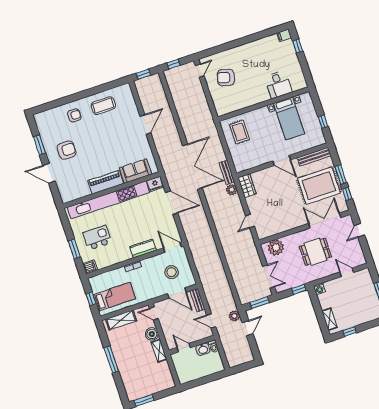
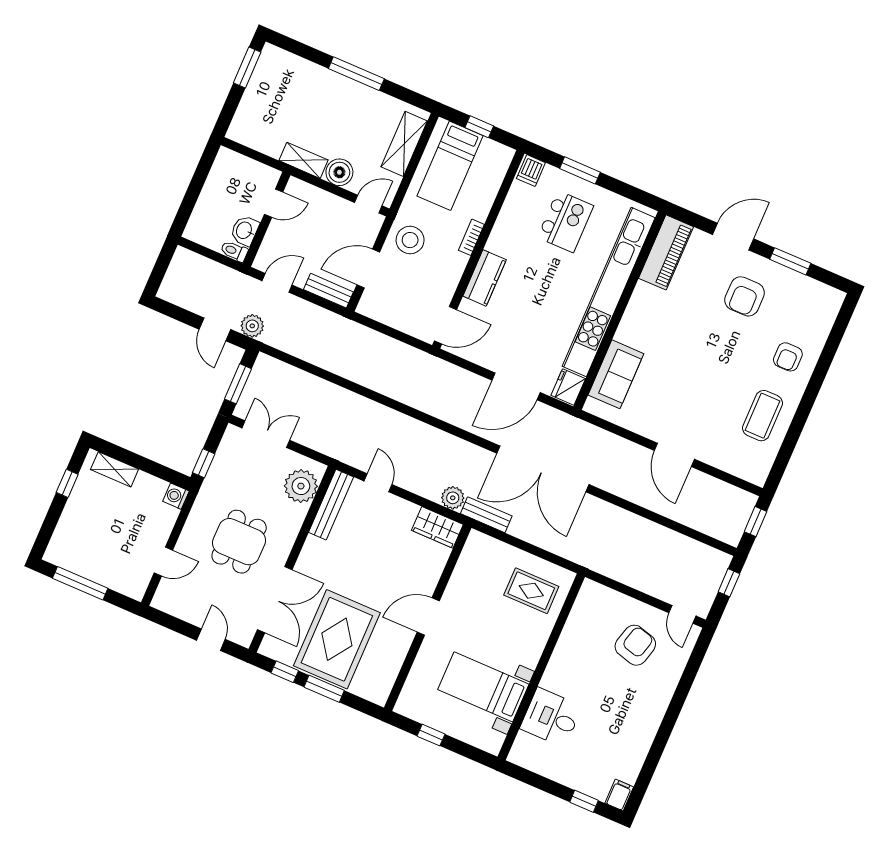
bench: (314, 157) -> (331, 505), moved
piano: (106, 182) -> (666, 252), moved
stool: (172, 272) -> (410, 240), moved
double door: (269, 277) -> (266, 434), swing flipped

